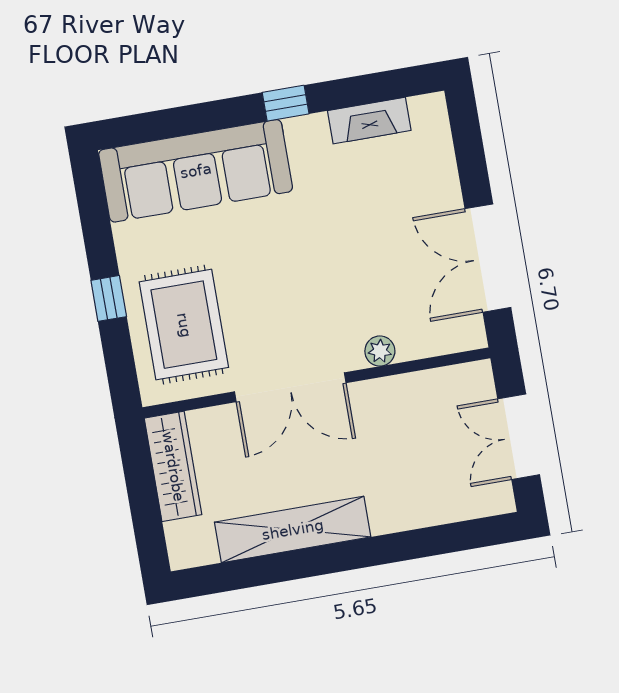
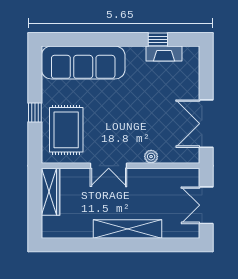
window: (286, 103) -> (158, 39), moved
double door: (290, 387) -> (109, 166), width x0.73
shelving: (293, 530) -> (128, 229), moved

